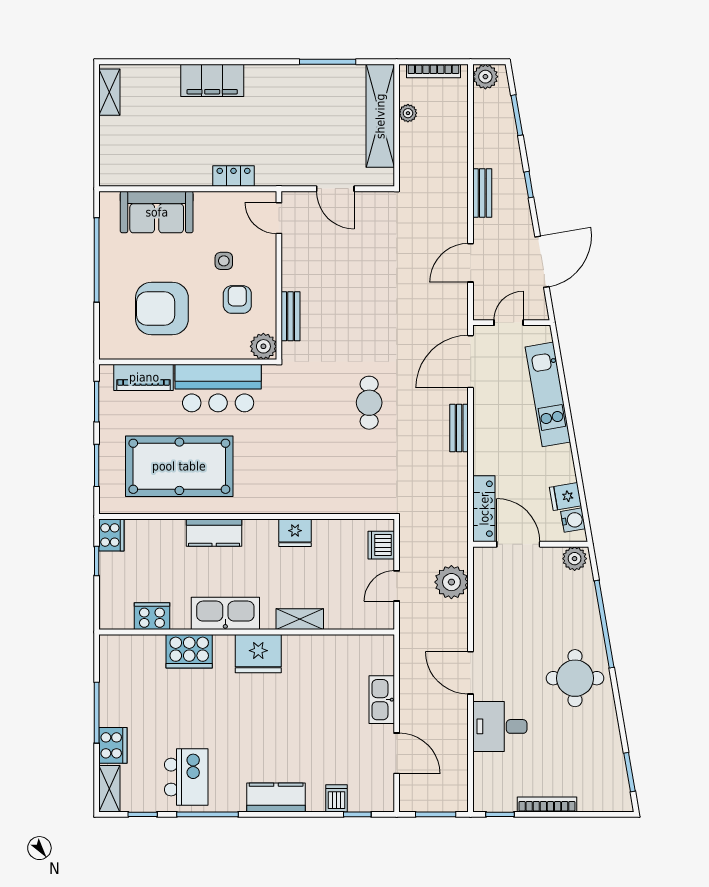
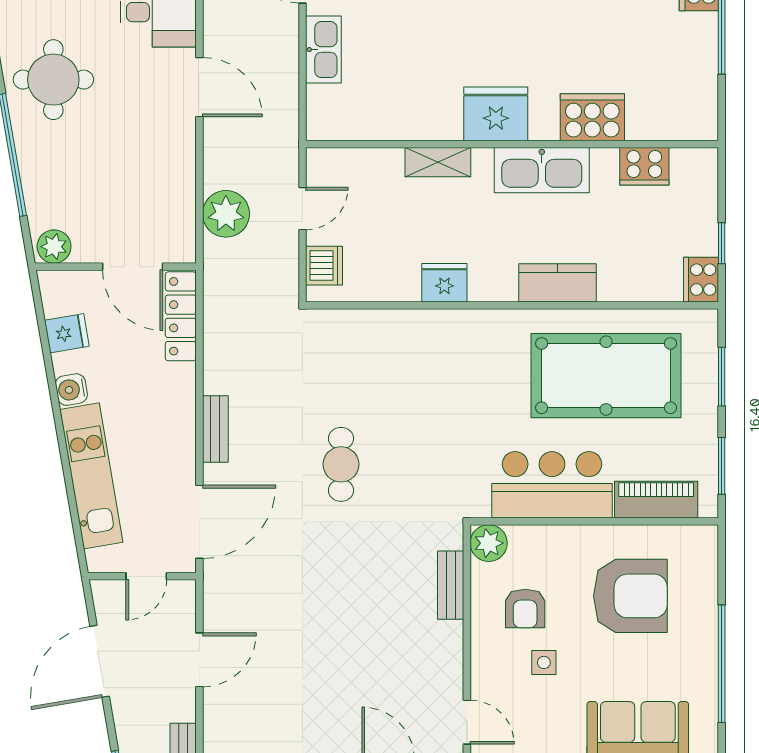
water cooler: (573, 520) -> (71, 390), moved

